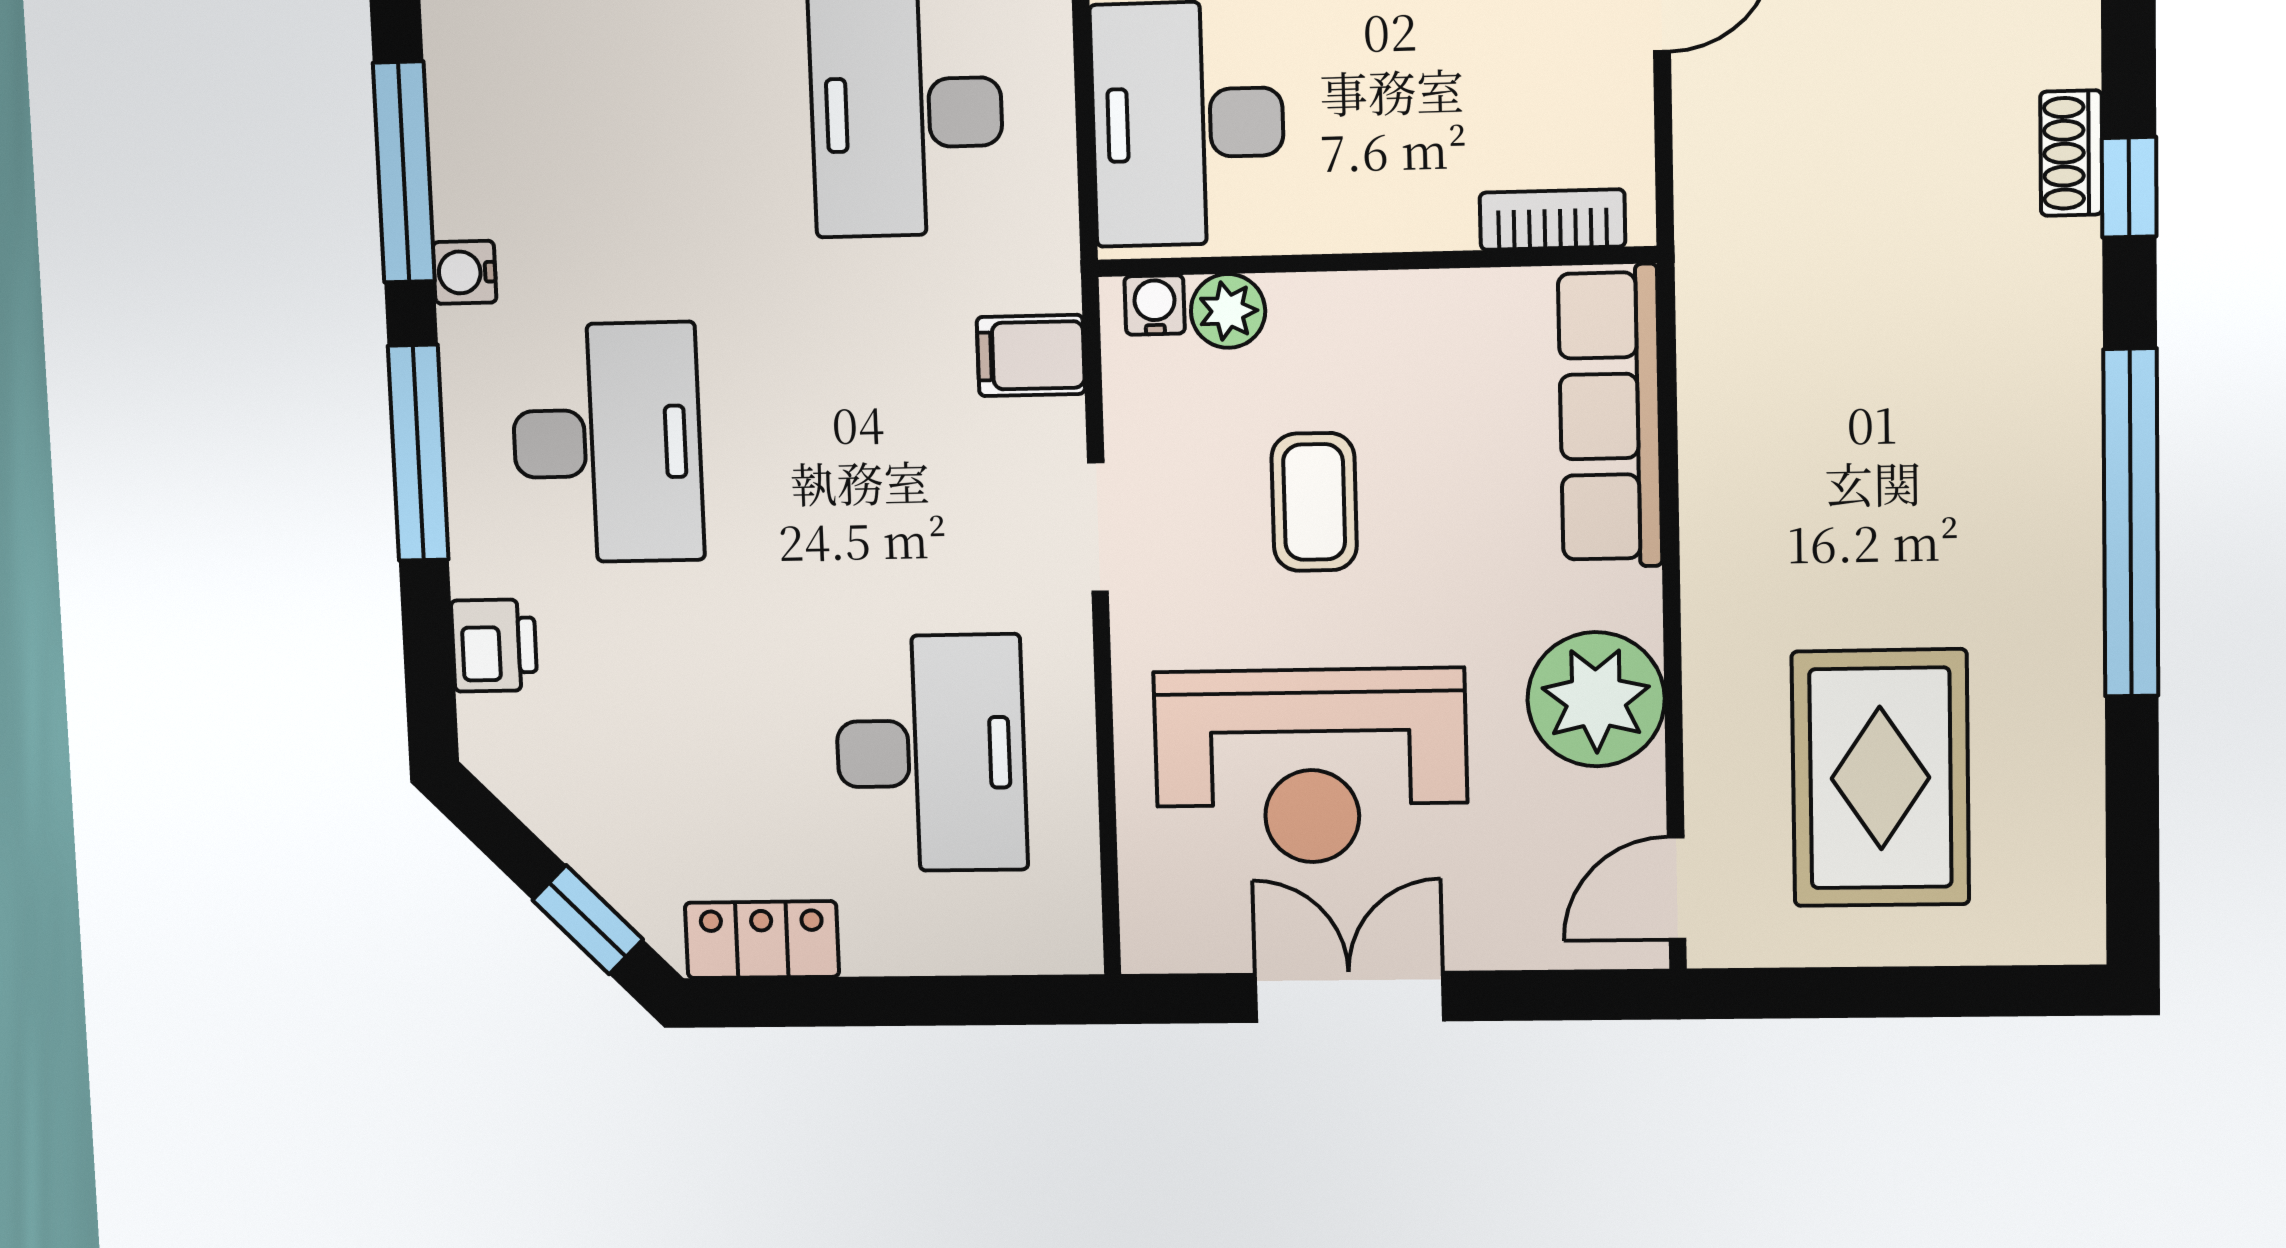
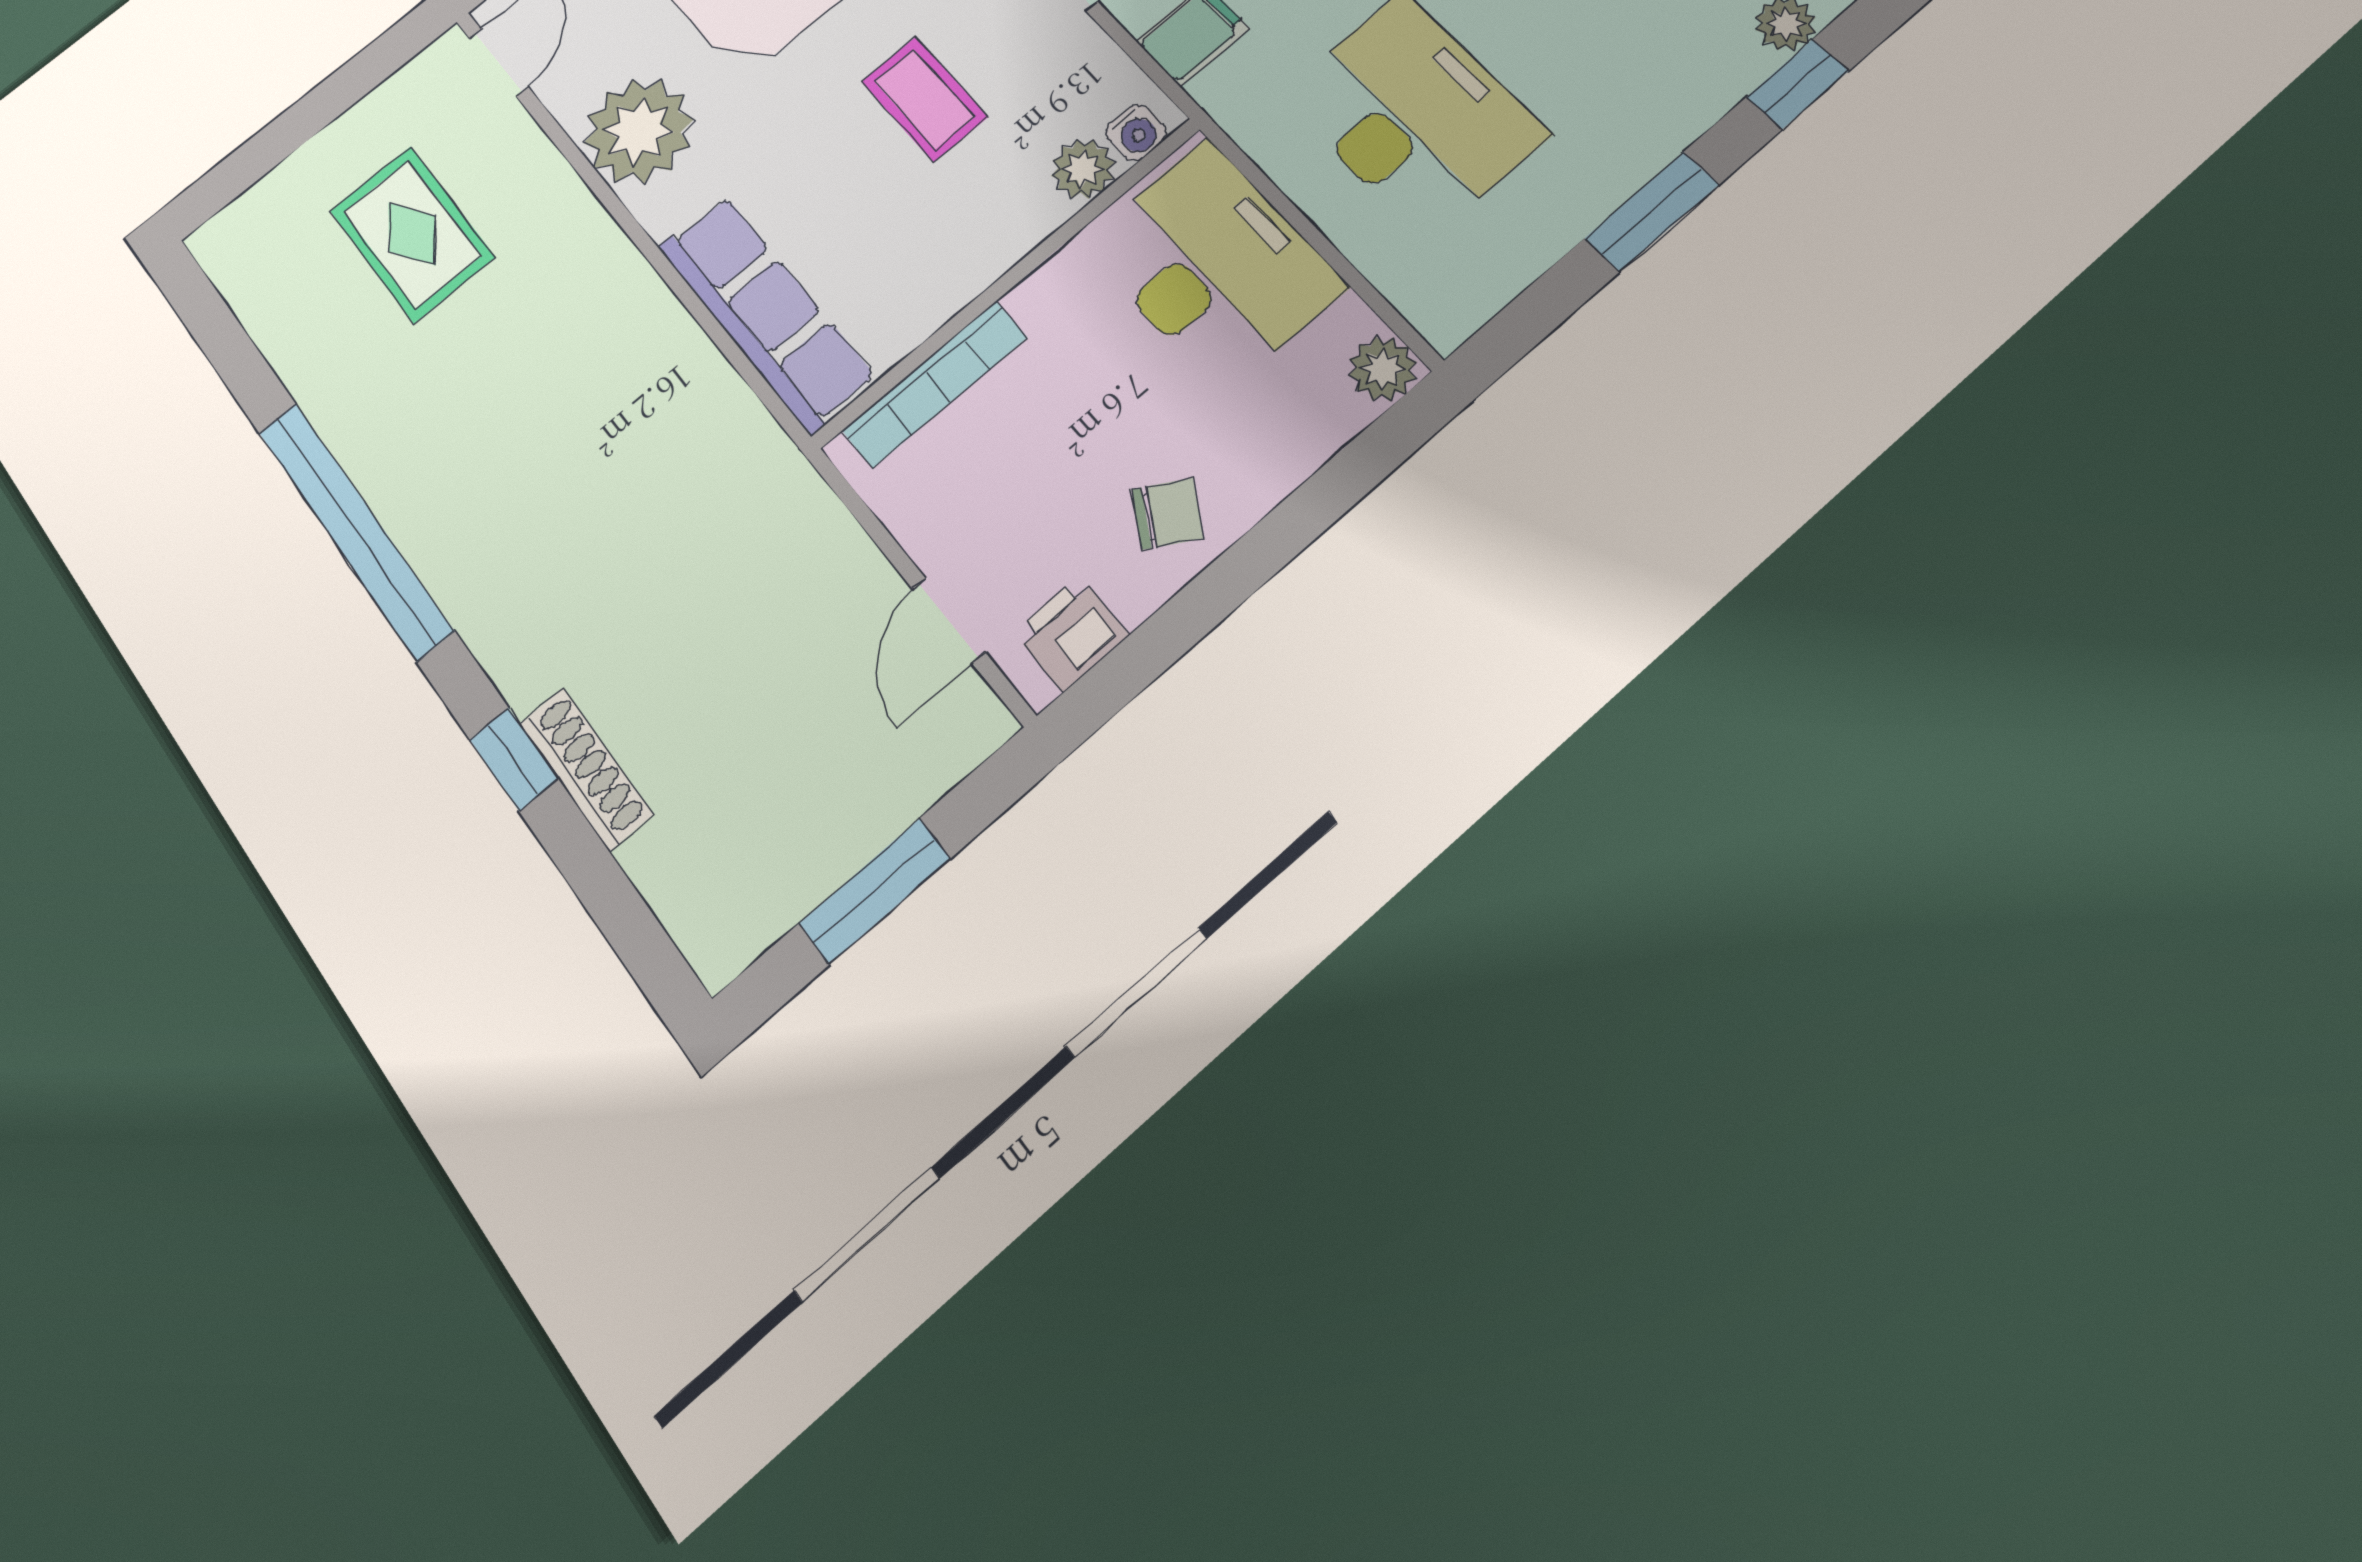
shoe rack: (2071, 153) -> (586, 769), width x1.43
bookcase: (1553, 220) -> (935, 384), width x1.56
rug: (1880, 778) -> (412, 234), width x0.73, depth x0.70

